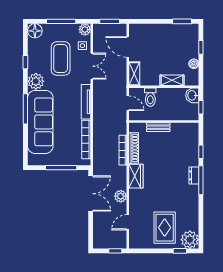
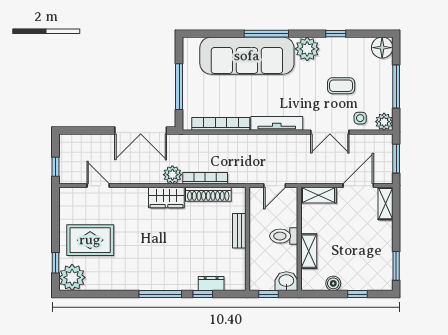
shelving: (140, 29) -> (385, 204), added
coffee table: (61, 58) -> (341, 86), width x0.54, depth x0.58
toilet: (150, 97) -> (284, 236), moved
dresser: (194, 175) -> (211, 284), moved
plant: (121, 196) -> (172, 175), moved

